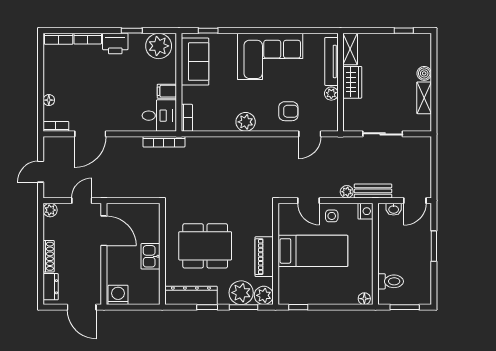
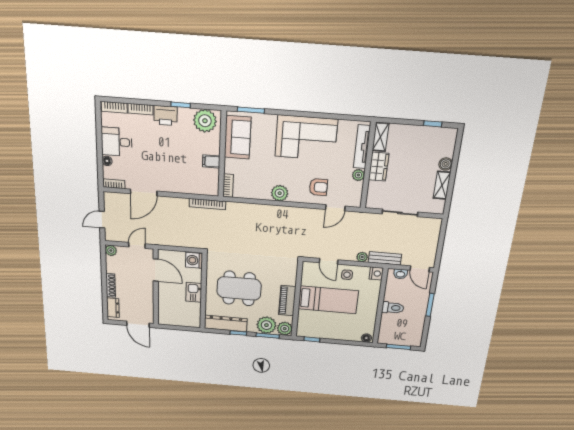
window: (208, 31) -> (251, 110), width x1.50
desk: (159, 116) -> (117, 142), moved, turned 180
door: (415, 201) -> (420, 269), hinge flipped
toilet: (391, 281) -> (393, 308), moved
washing machine: (118, 295) -> (194, 260), moved, turned -90

